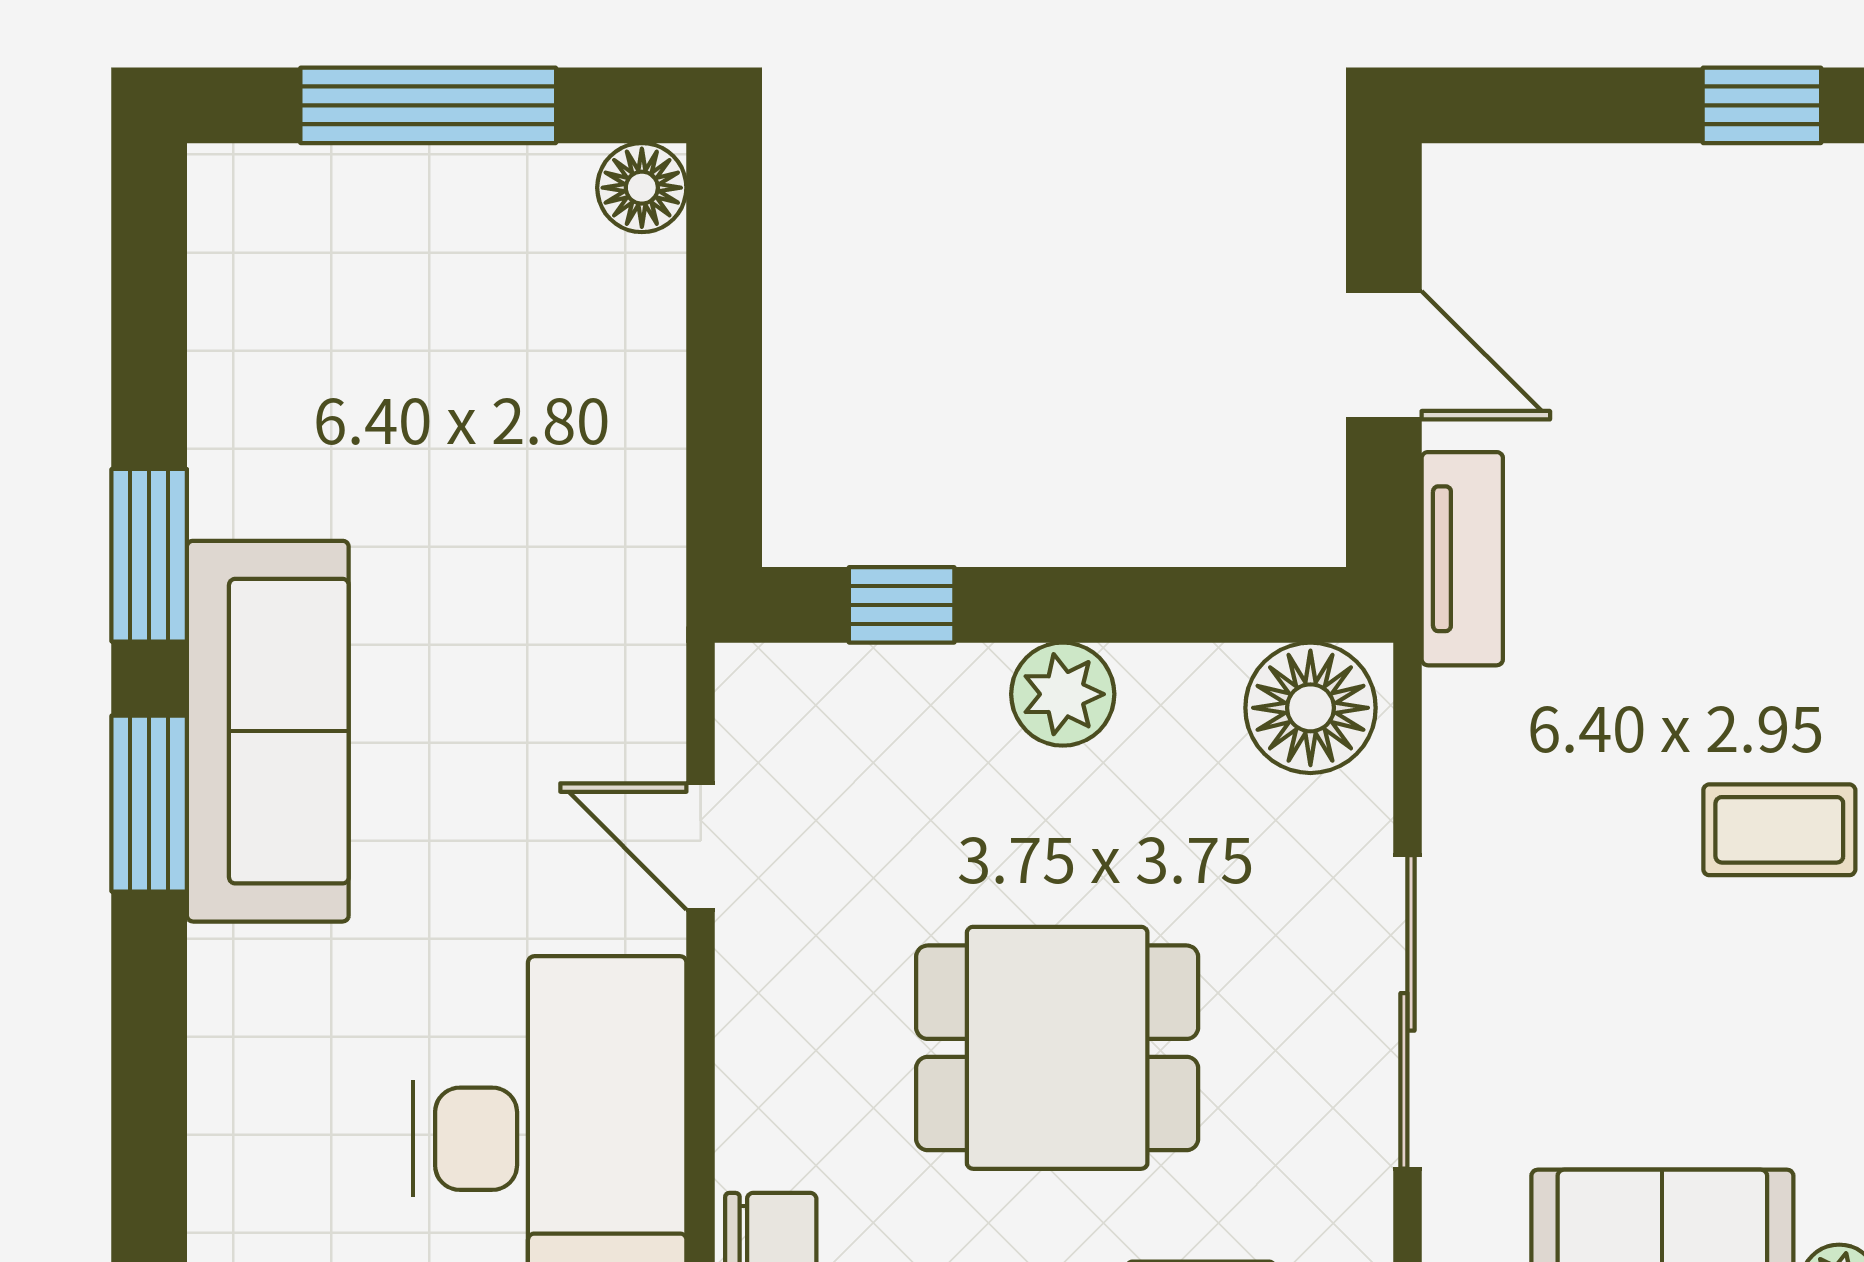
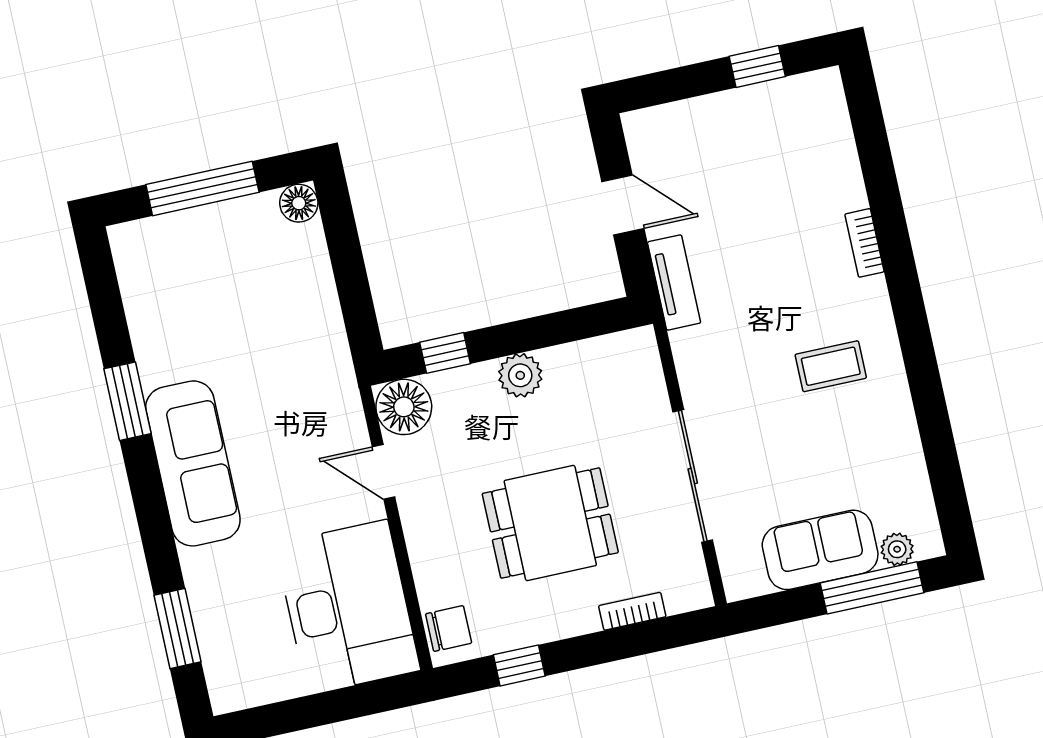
floor lamp: (1310, 708) -> (404, 407), moved
window: (149, 804) -> (177, 629), moved

